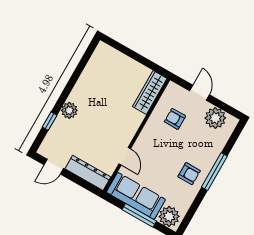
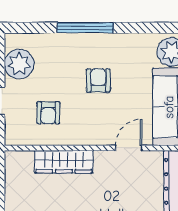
wardrobe: (150, 93) -> (64, 162), moved
armchair: (189, 174) -> (98, 80), moved

